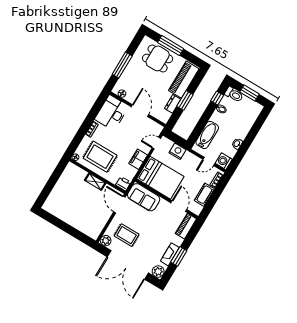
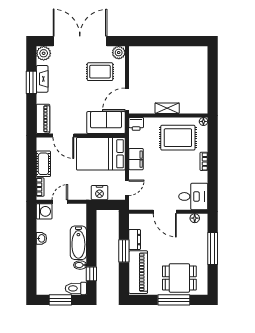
desk: (112, 113) -> (193, 196), width x0.73
bathtub: (207, 135) -> (78, 243), moved
door: (119, 205) -> (127, 99), swing flipped

